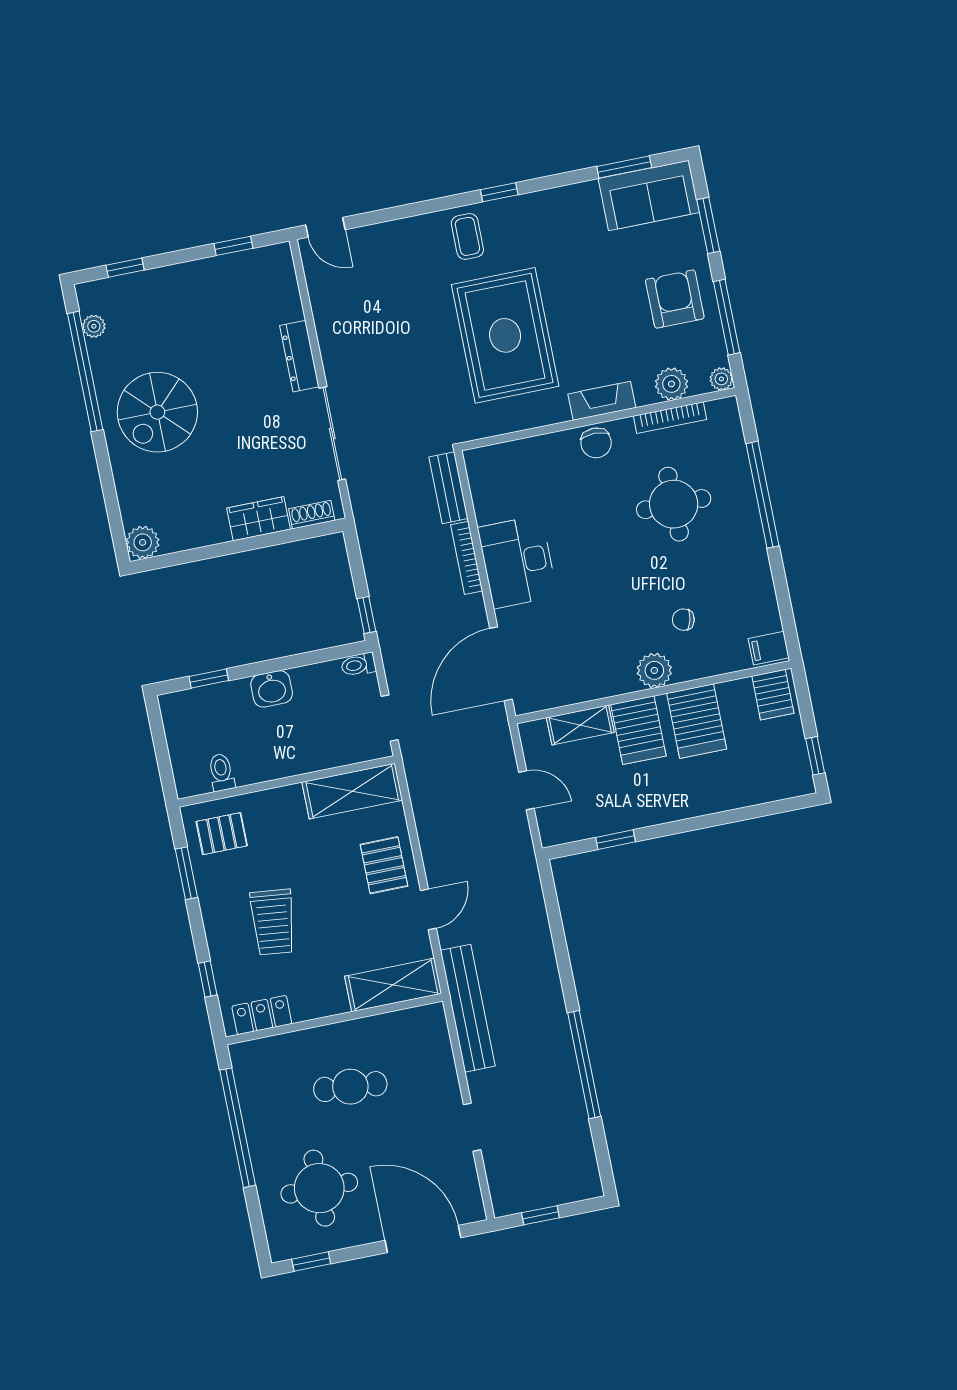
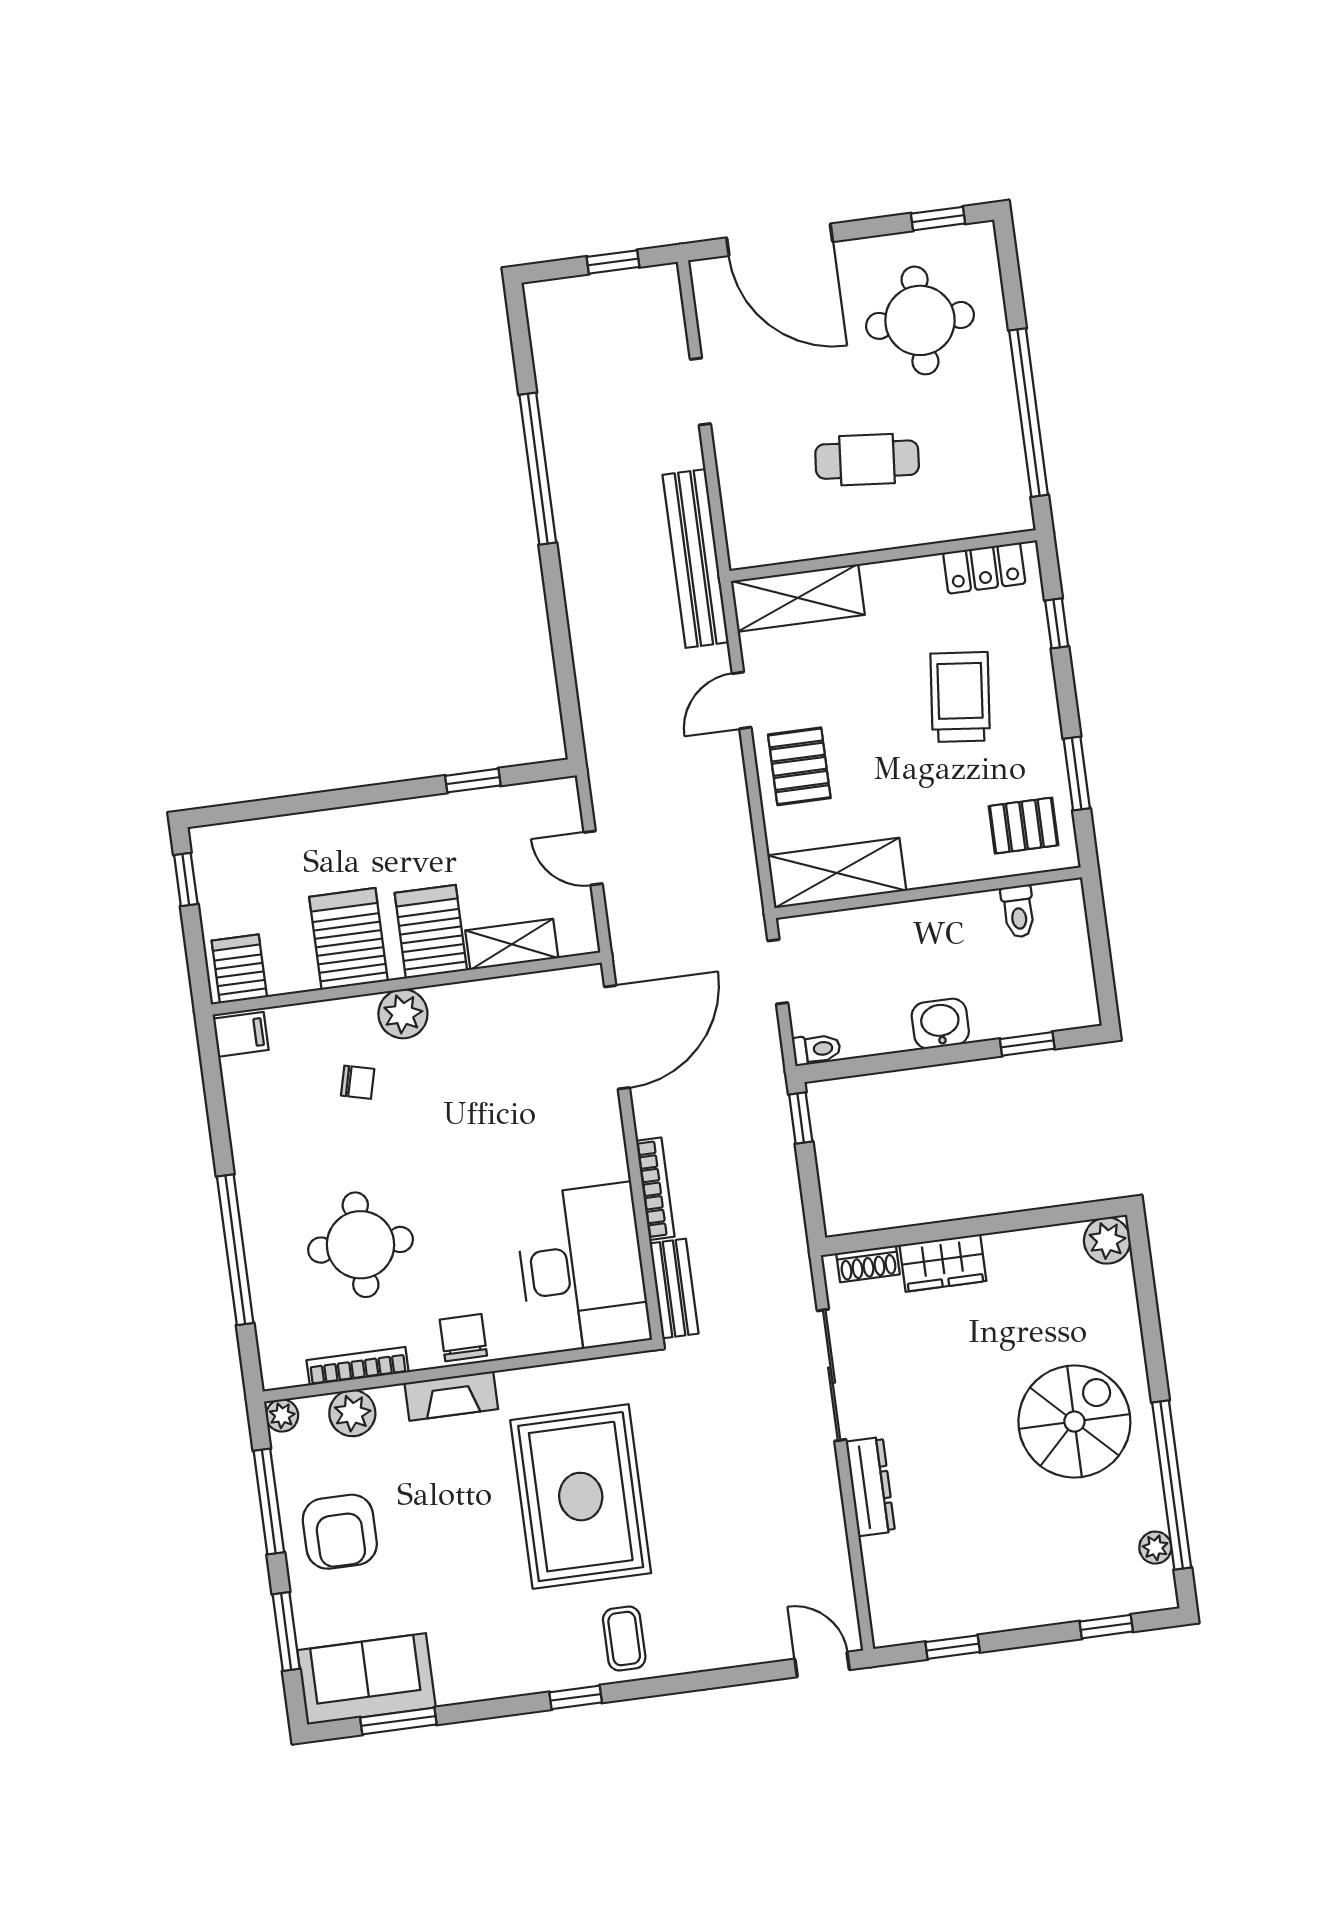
desk: (518, 562) -> (582, 1268), moved, width x1.36, depth x1.30

